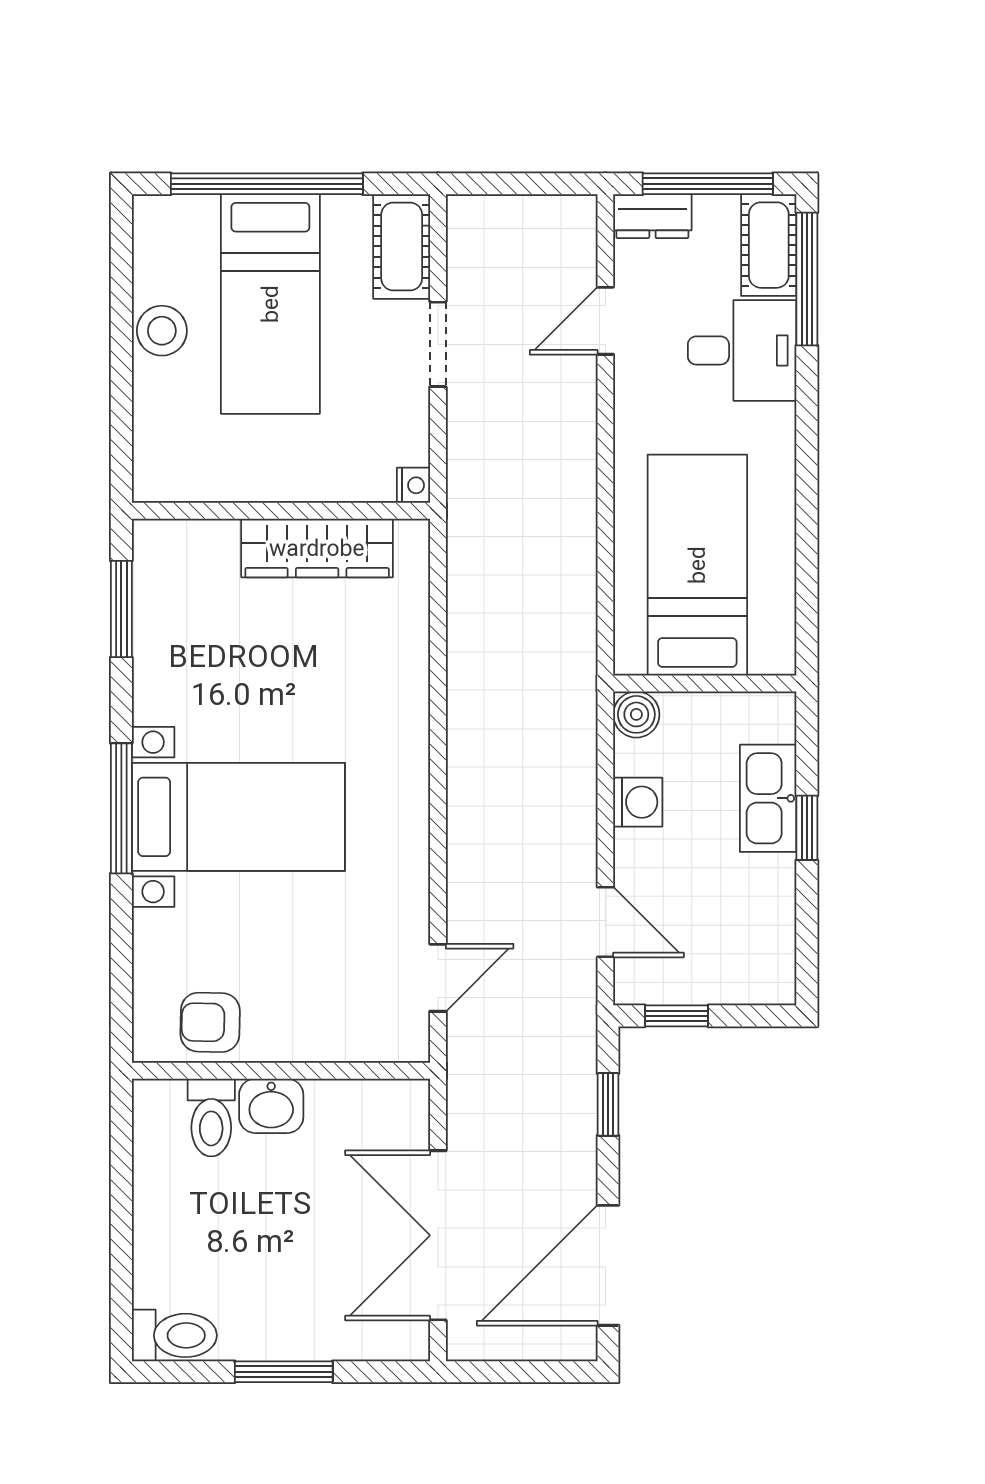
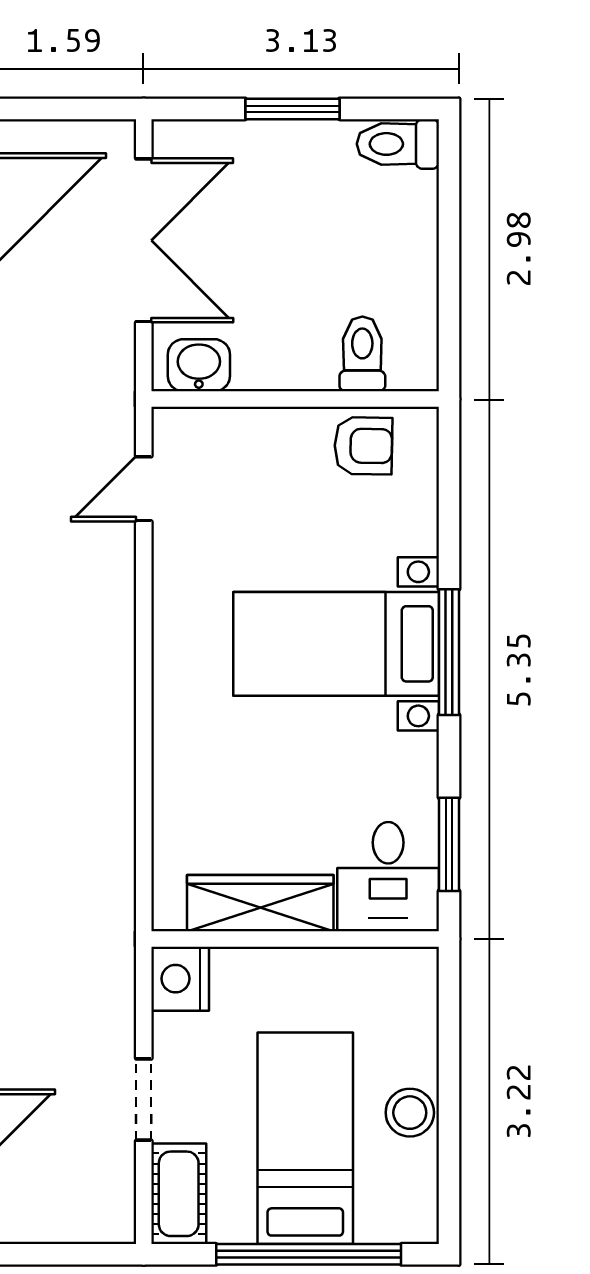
nightstand: (413, 485) -> (180, 979), width x1.89, depth x1.79
desk: (184, 575) -> (388, 877), added
washbasin: (271, 1106) -> (199, 365), moved

